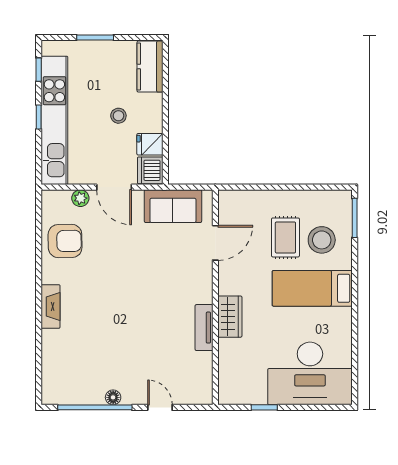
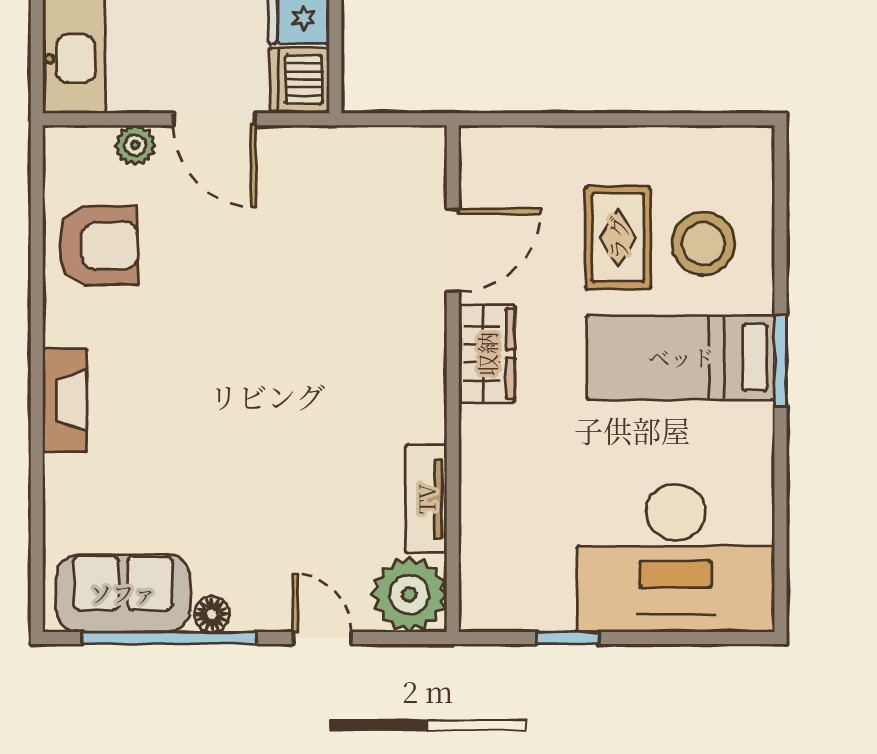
sofa: (173, 206) -> (123, 593), moved, turned 180
window: (355, 218) -> (781, 360), moved
wardrobe: (230, 317) -> (487, 354), moved
tv unit: (204, 328) -> (426, 499), moved
plant: (197, 389) -> (409, 594), added

